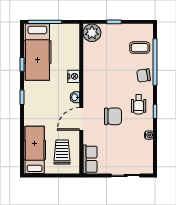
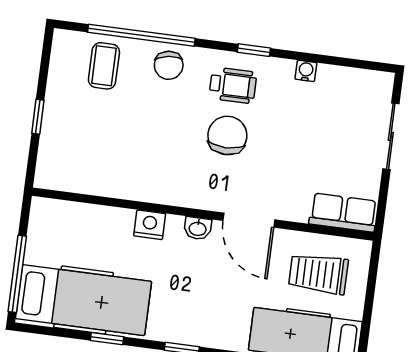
plant: (92, 33) -> (56, 170), removed
chair: (113, 116) -> (227, 135), moved

